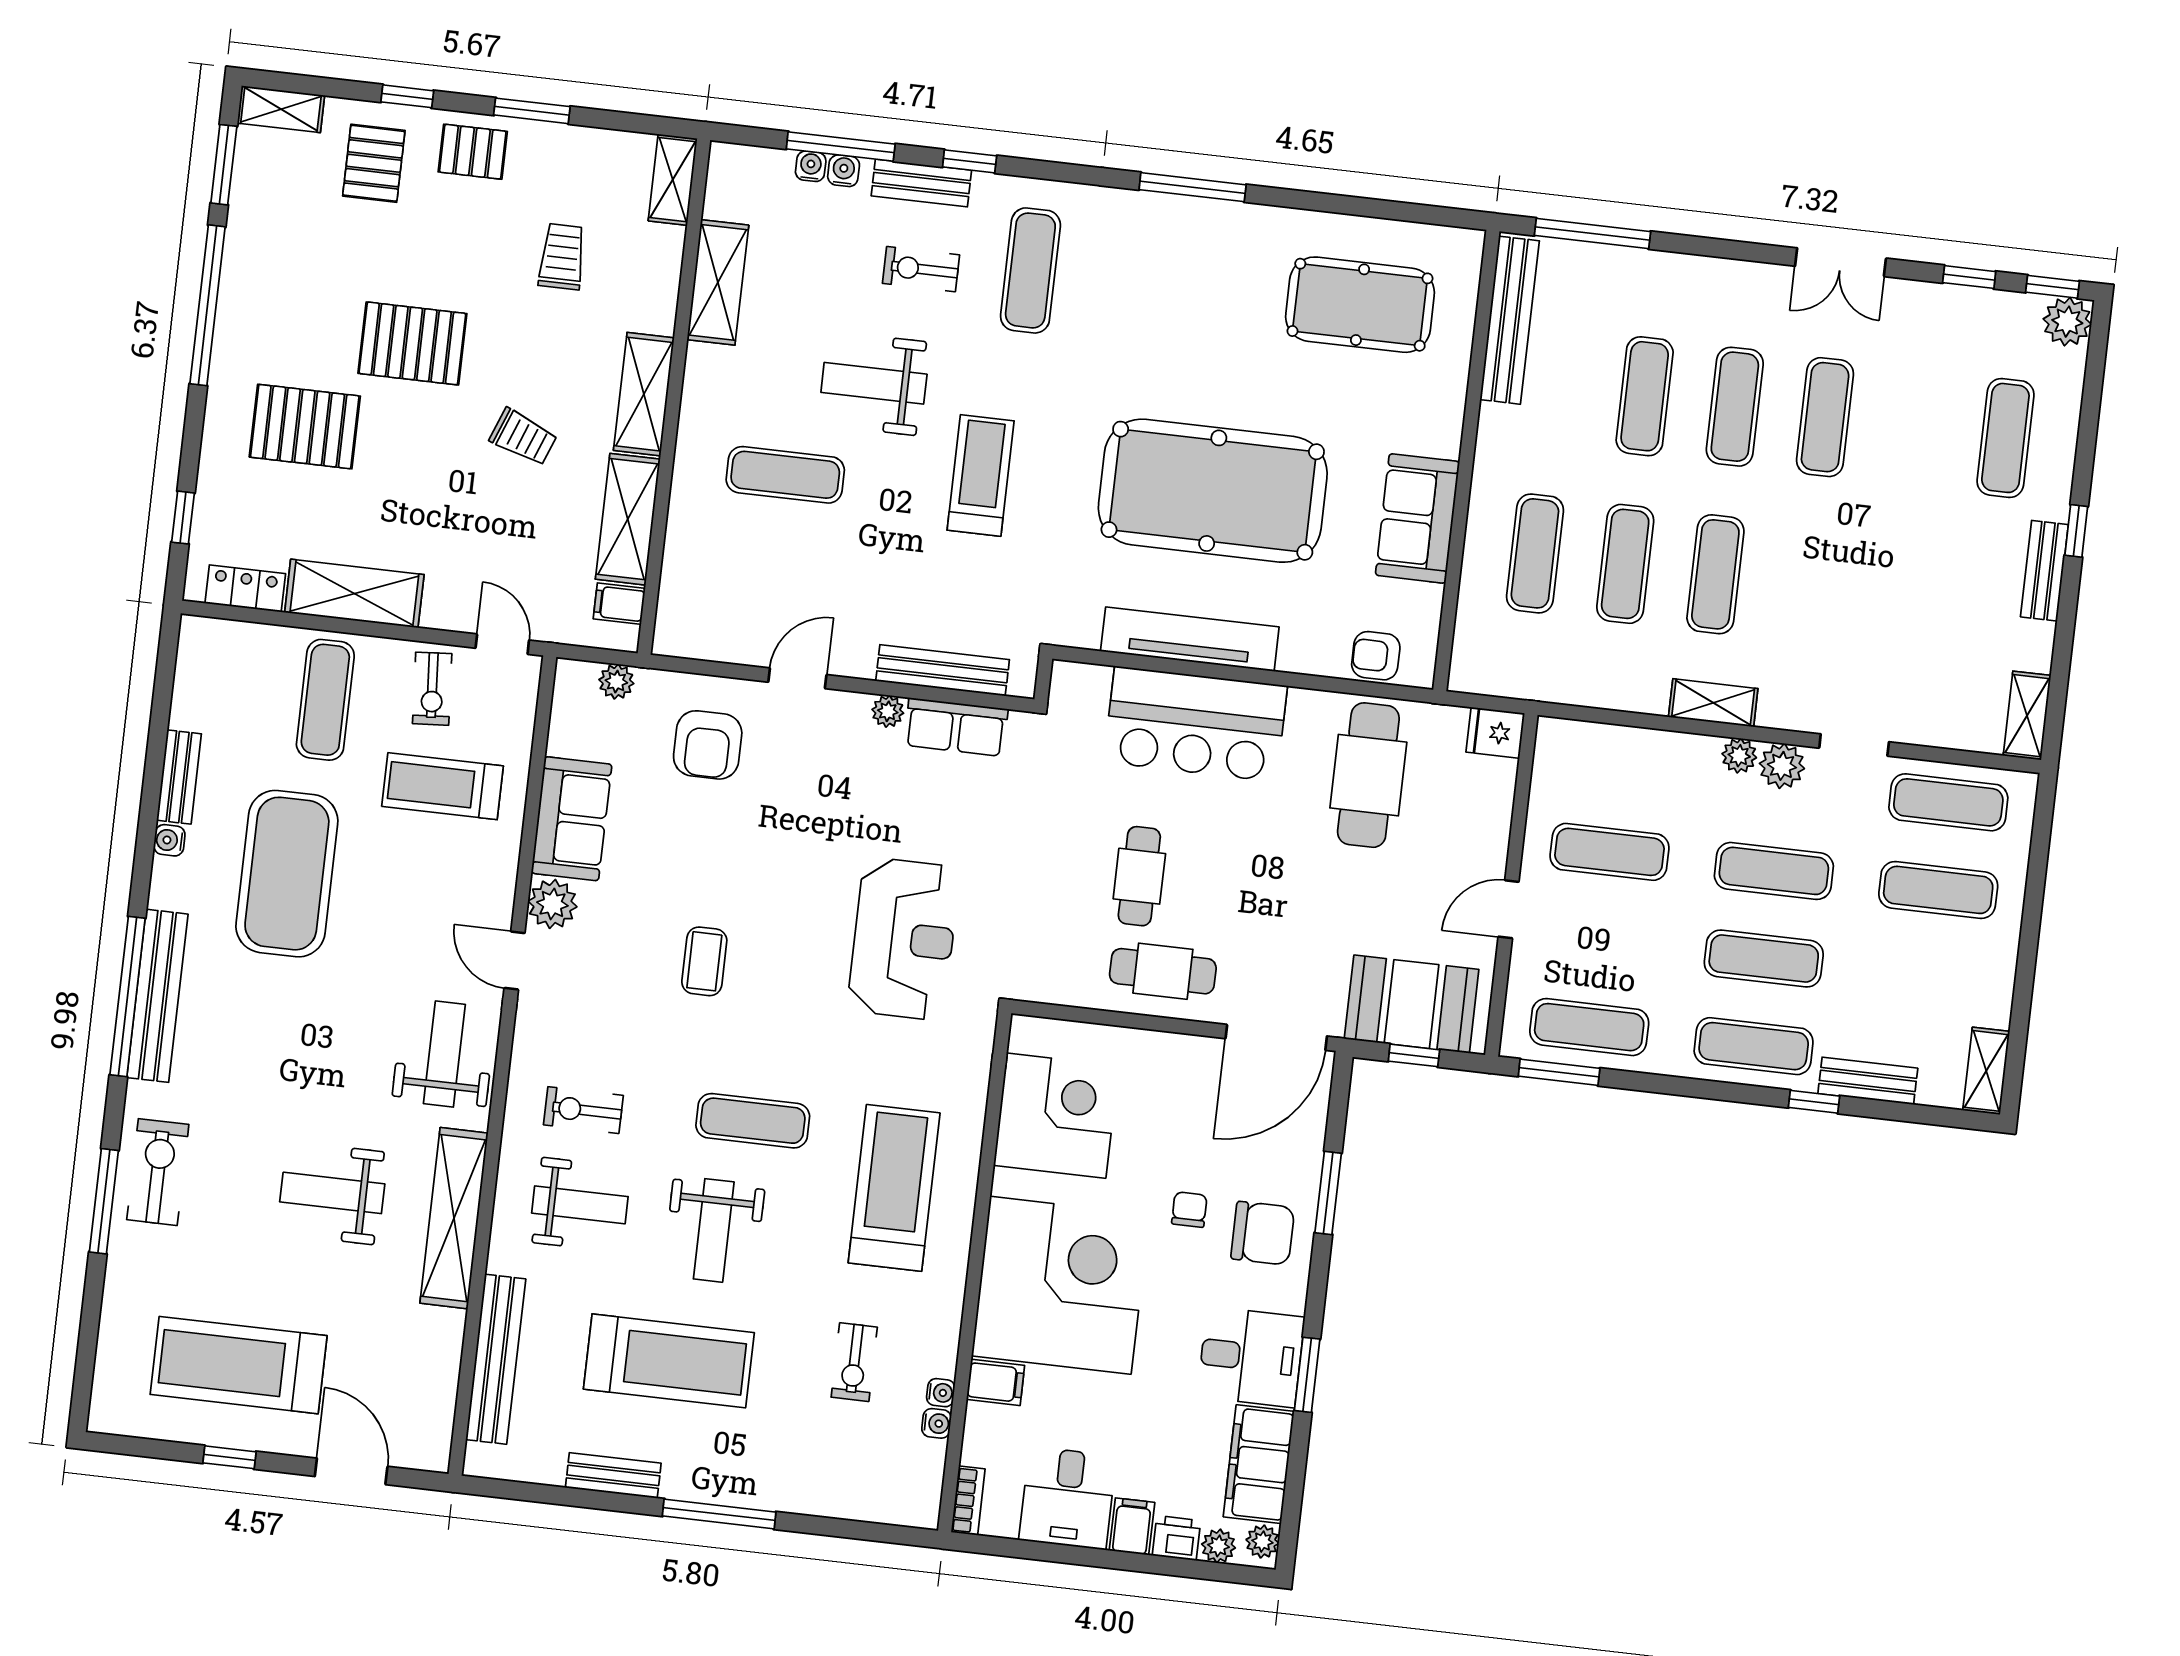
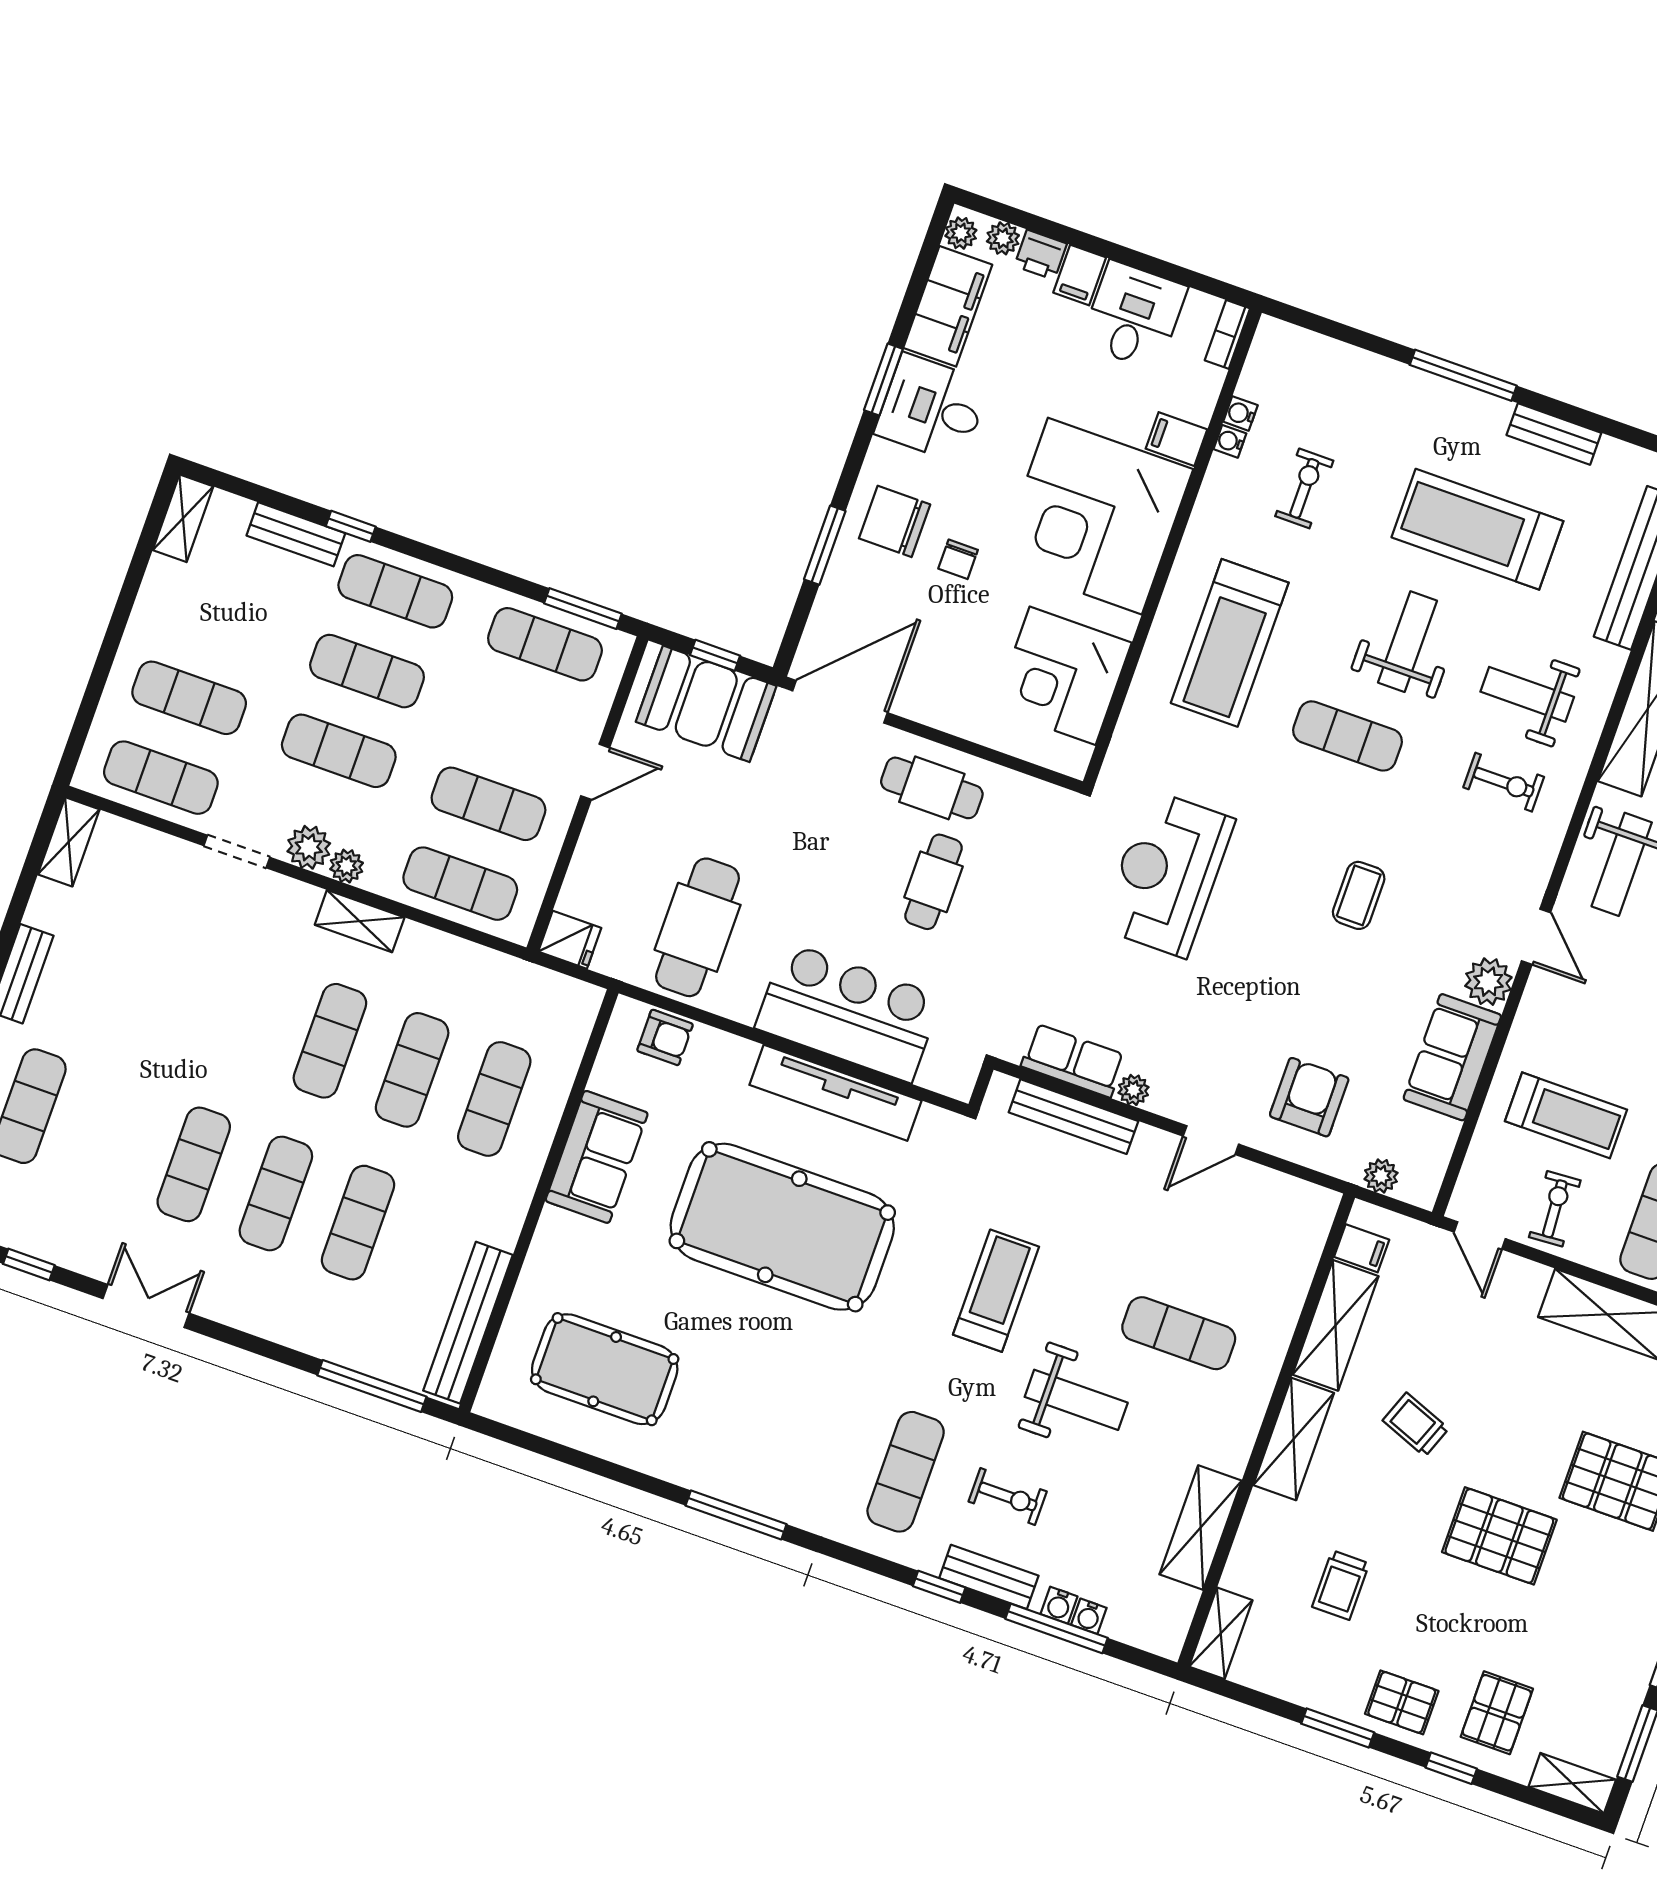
treadmill: (981, 475) -> (996, 1291), turned 180
exercise mat: (1620, 764) -> (460, 884), added

